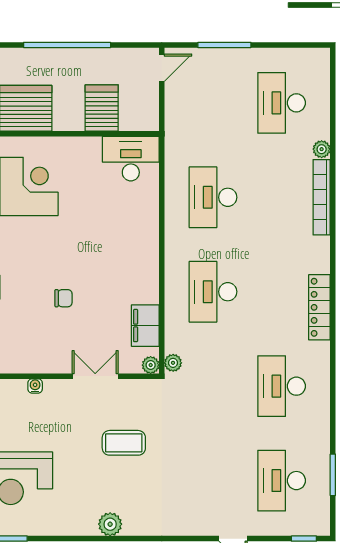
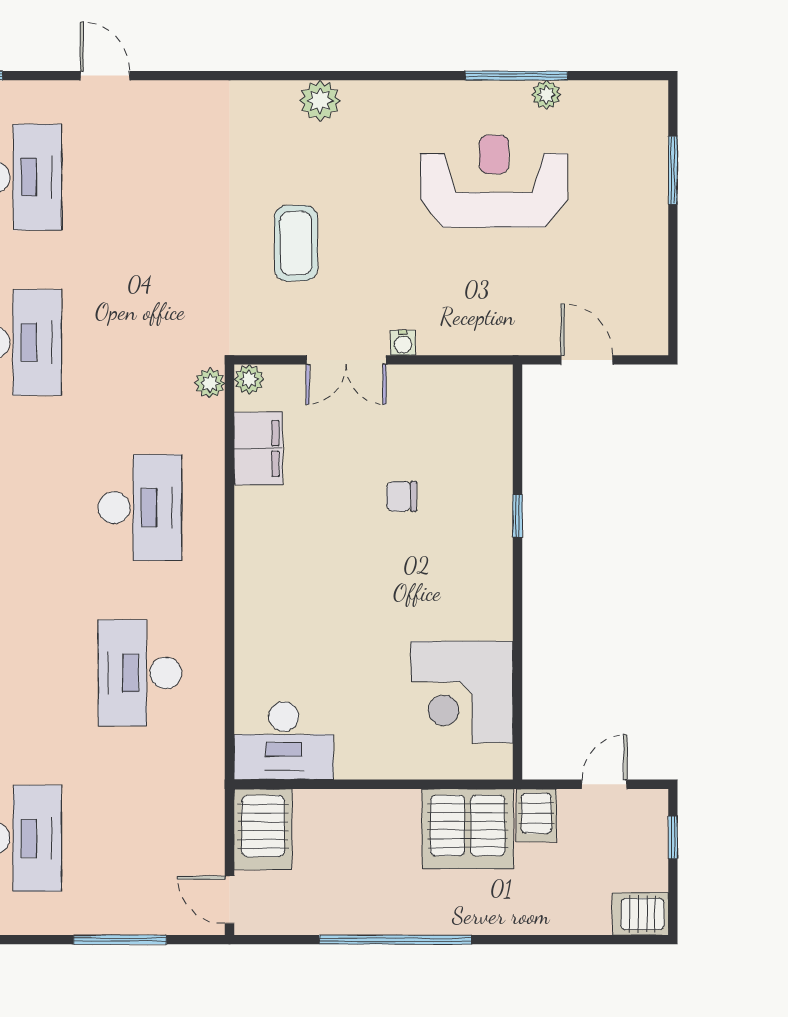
door: (162, 68) -> (229, 900), hinge flipped
server rack: (102, 108) -> (263, 829), moved
desk: (213, 197) -> (140, 673), turned 180
water cooler: (35, 386) -> (403, 343), moved
coffee table: (124, 443) -> (296, 243), turned 90

